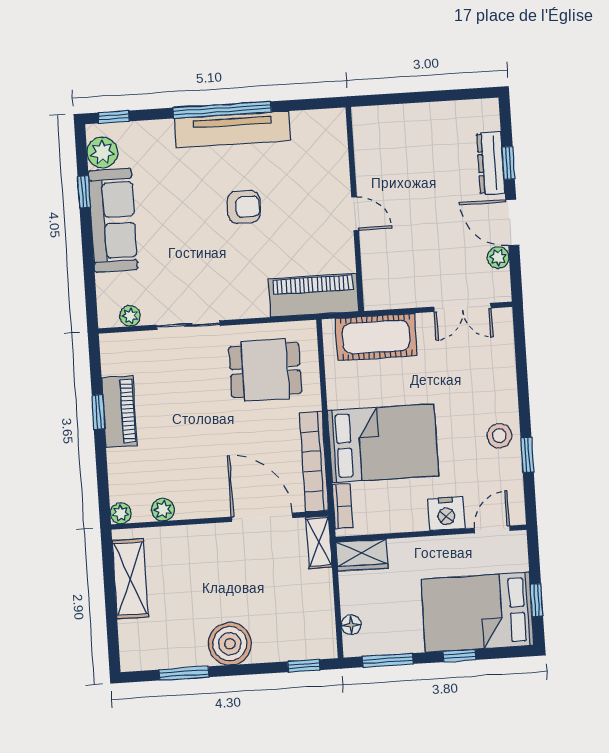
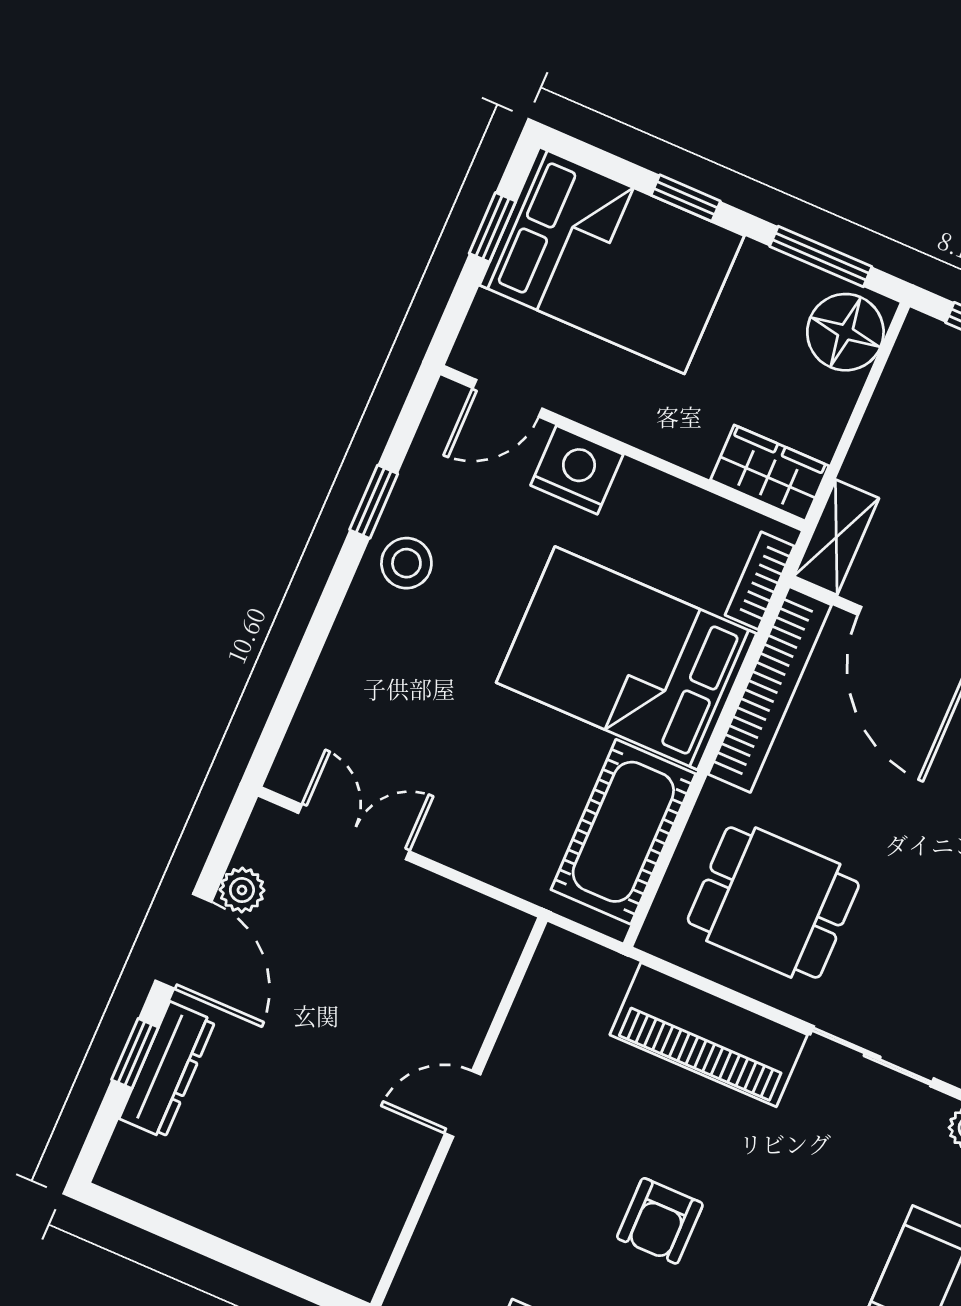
armchair: (244, 207) -> (660, 1221), turned -90
door: (355, 214) -> (463, 1104), hinge flipped
piano: (313, 295) -> (709, 1035), moved
cot: (376, 337) -> (623, 832), moved, turned 90
floor lamp: (351, 625) -> (845, 332), width x1.89, depth x1.89

